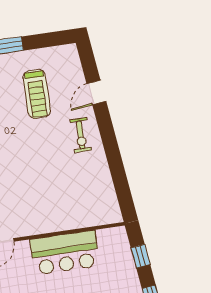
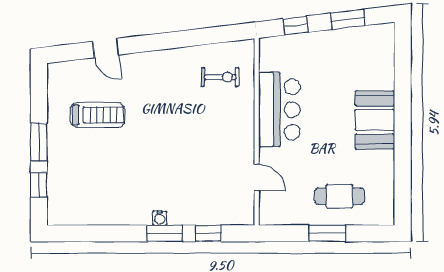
exercise bike: (81, 135) -> (220, 77), moved

